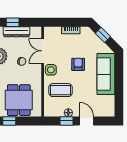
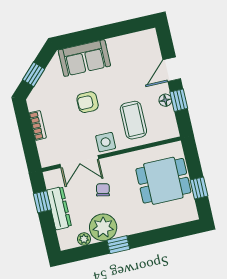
window: (13, 22) -> (42, 202), moved
sofa: (106, 74) -> (84, 58), width x0.73

